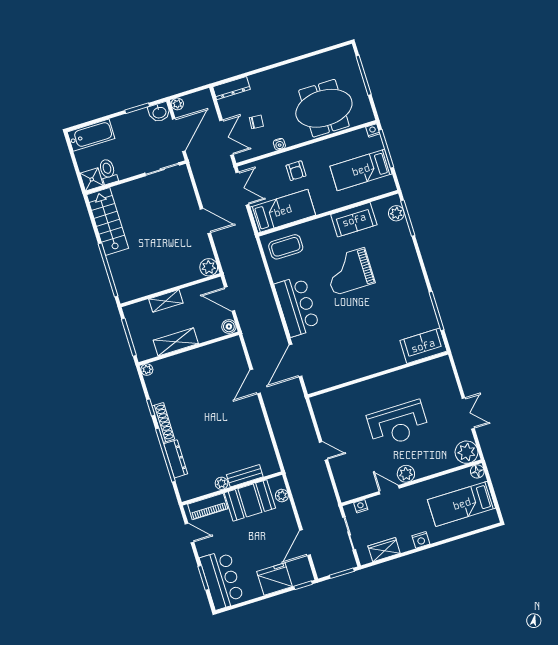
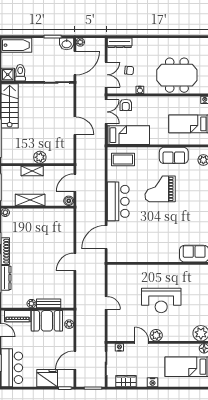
armchair: (296, 171) -> (126, 105), moved
plant: (209, 267) -> (40, 157), moved
door: (230, 299) -> (75, 183), hinge flipped
door: (255, 381) -> (75, 262), moved

